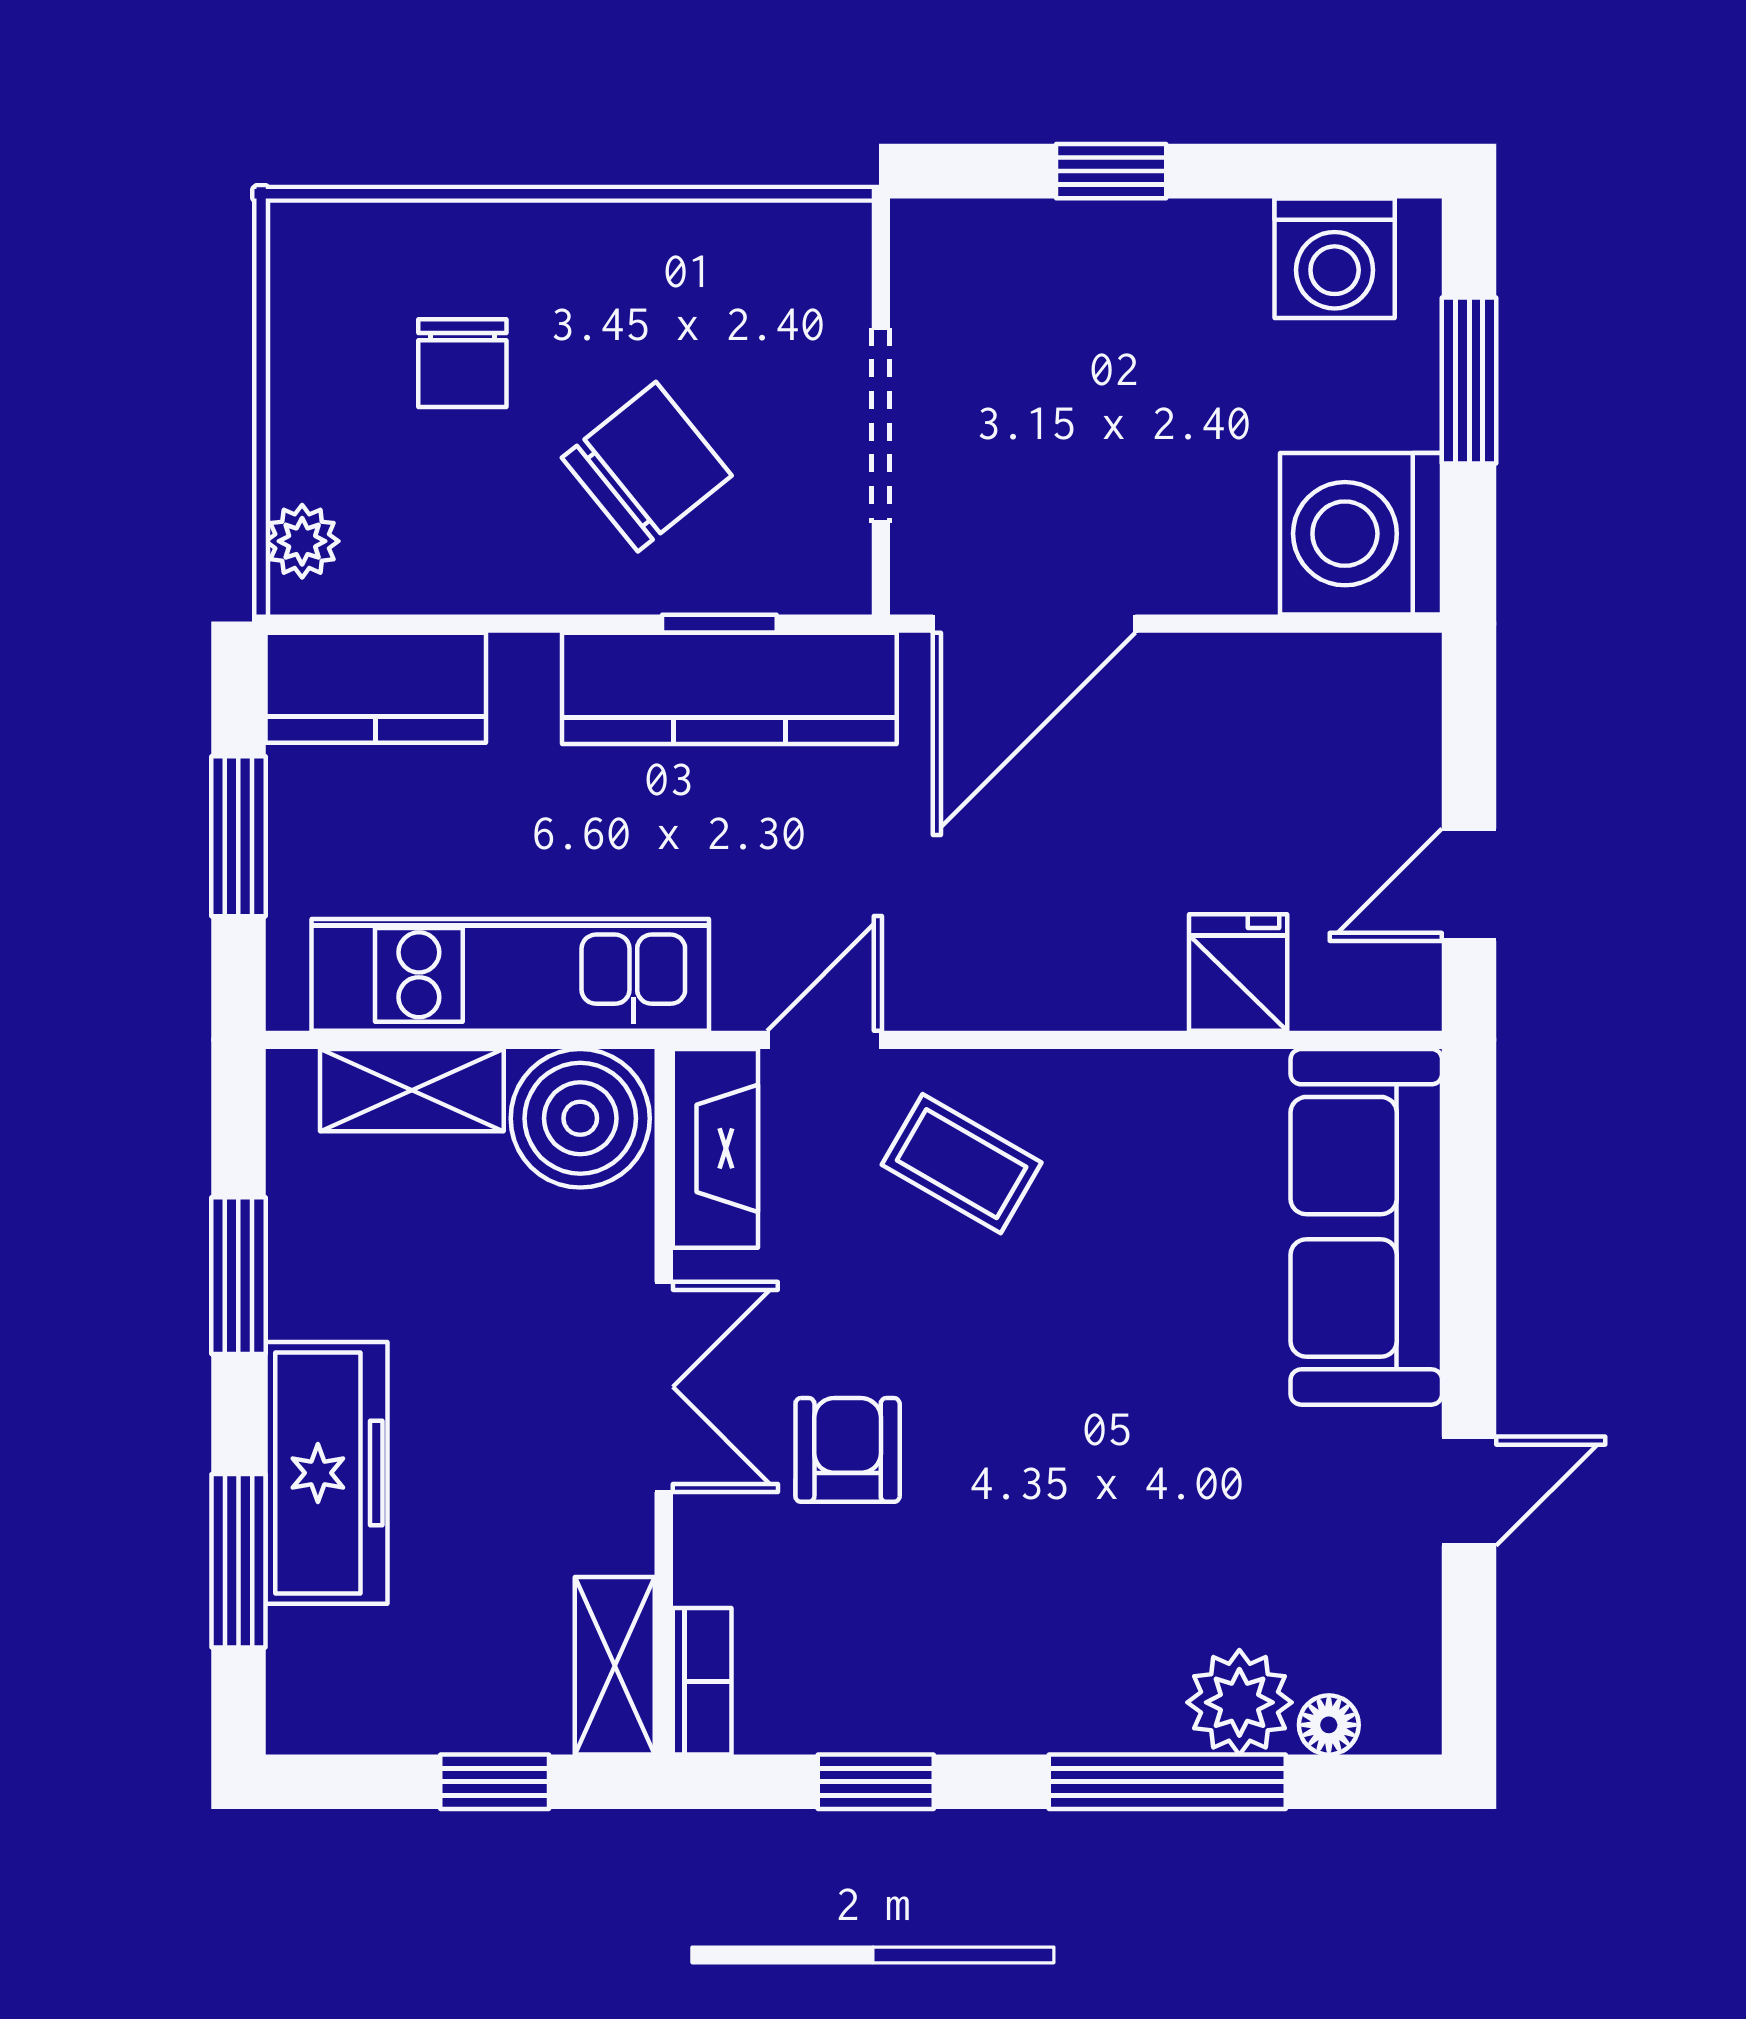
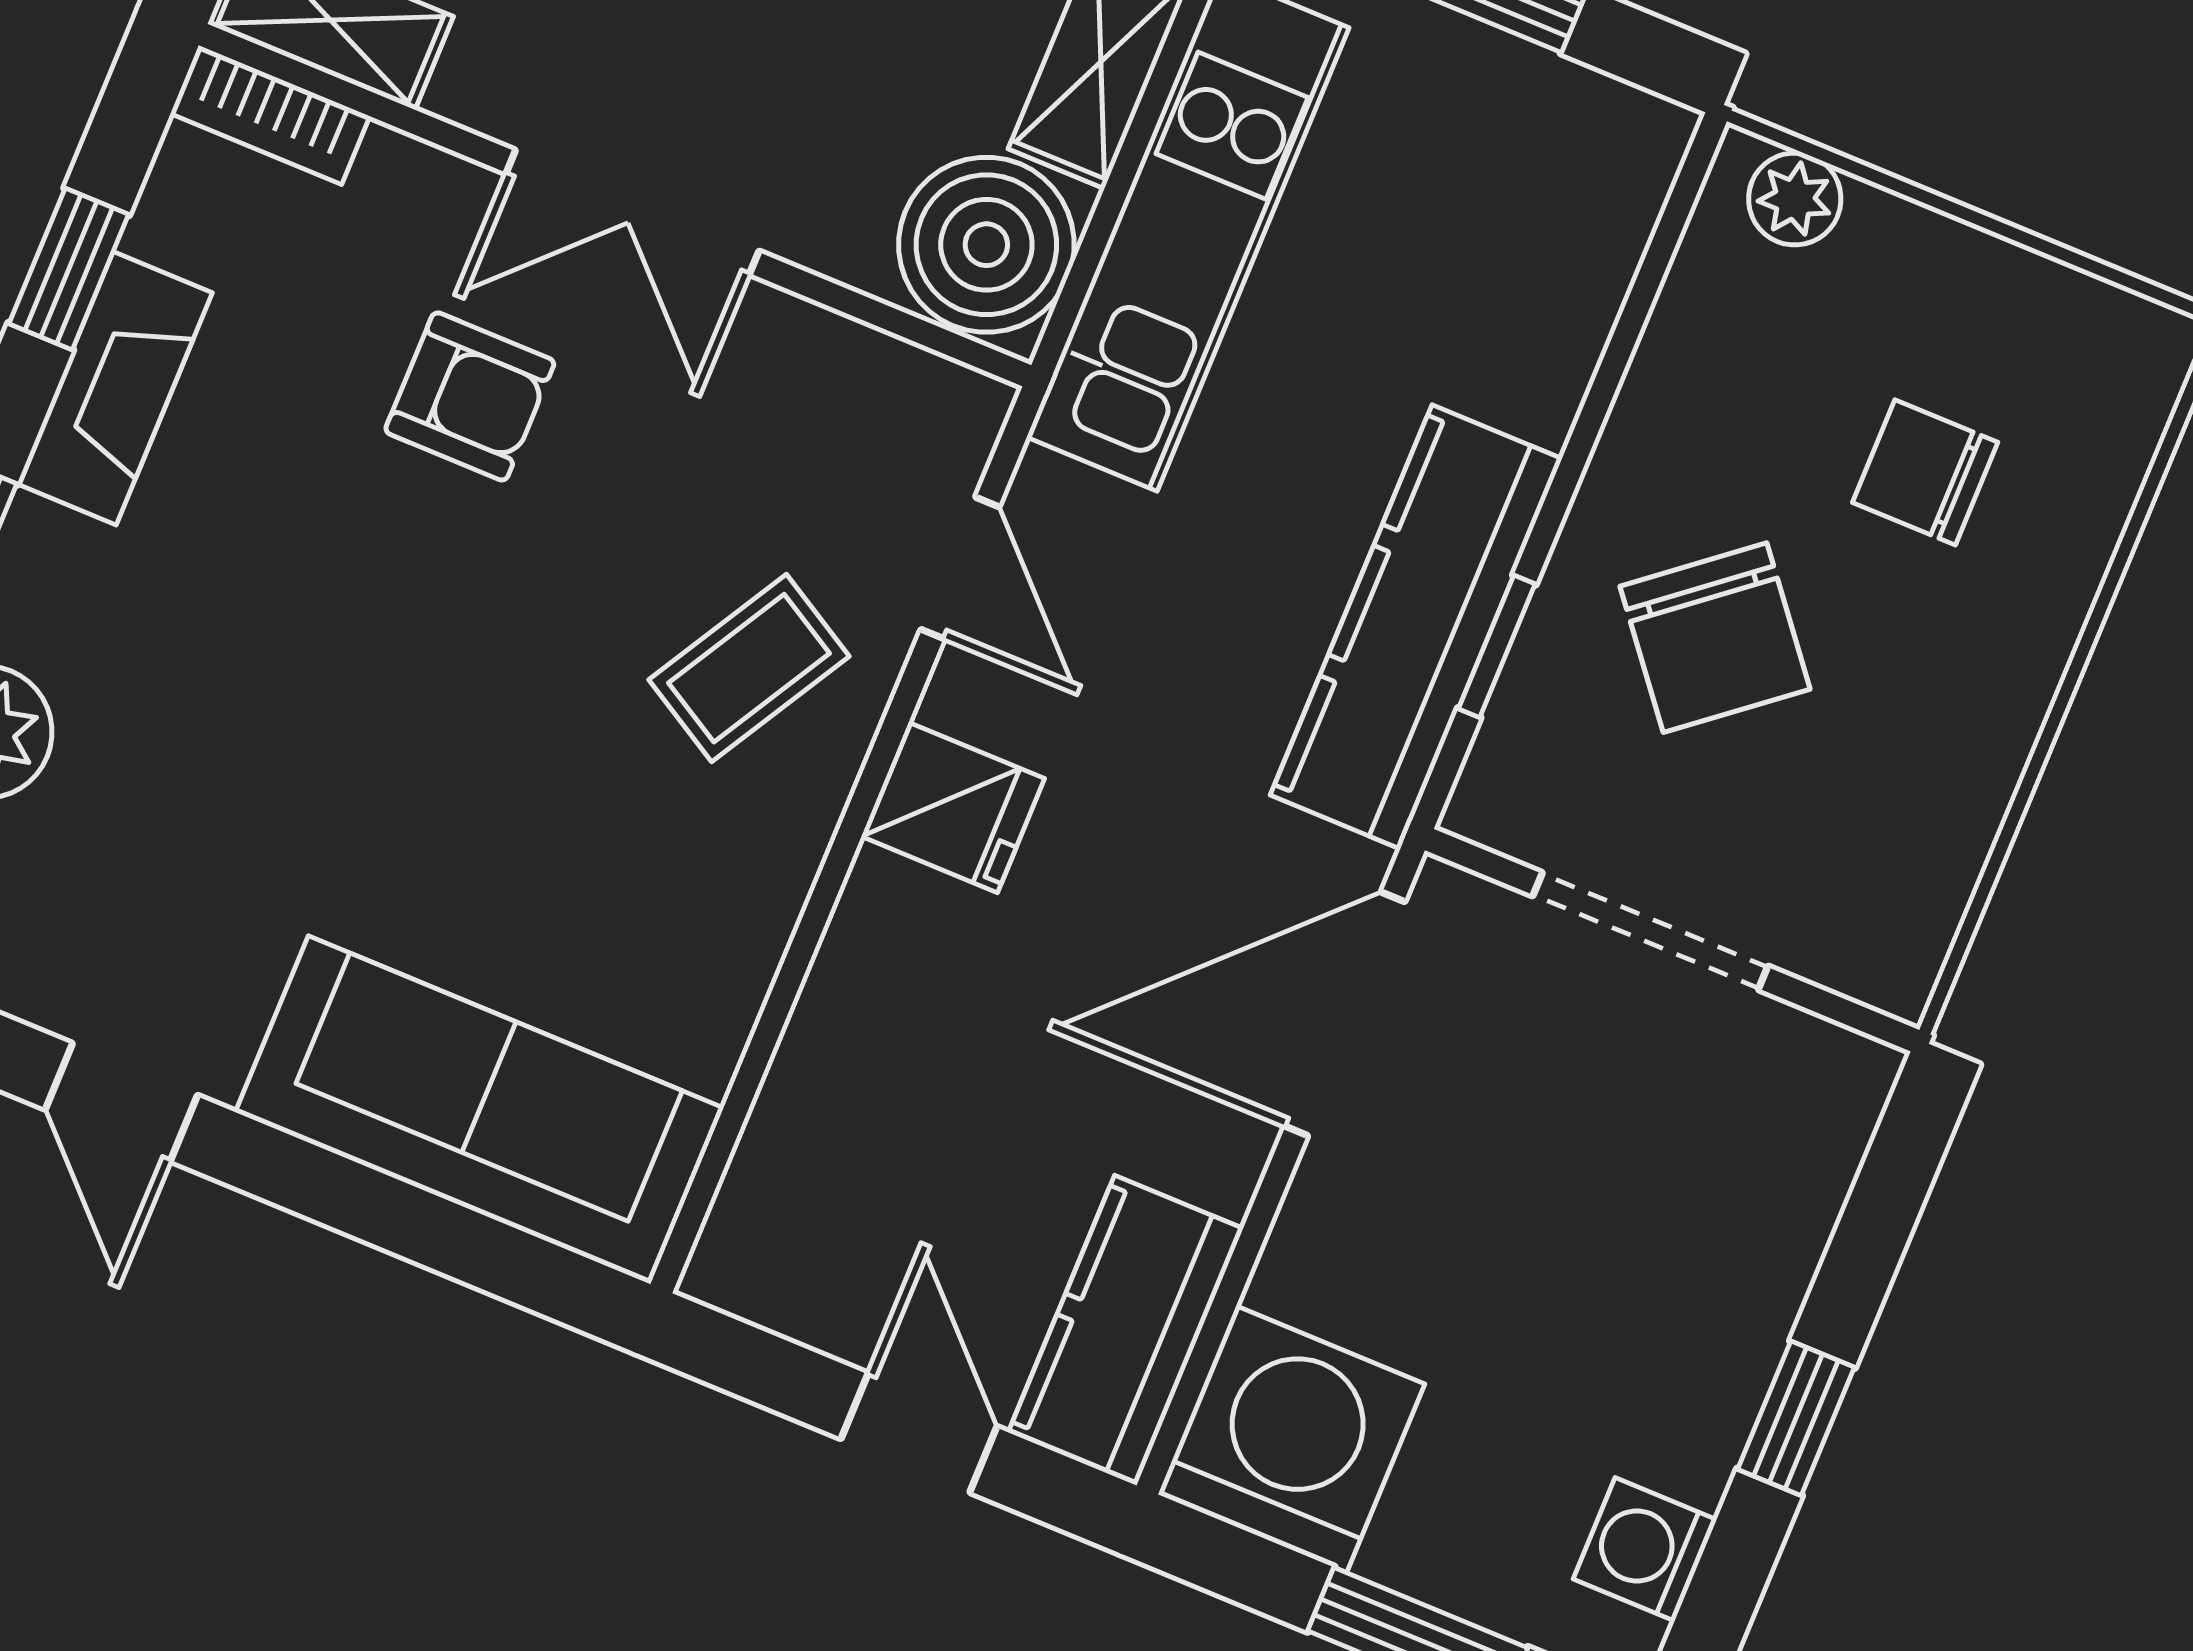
window: (1111, 171) -> (1796, 1418), moved
washing machine: (1335, 258) -> (1645, 1549), width x0.73, depth x0.73
door: (1034, 624) -> (1345, 1014), hinge flipped
kitchen counter: (376, 688) -> (1126, 1330), moved
door: (1469, 885) -> (919, 1433), moved
fridge: (1238, 972) -> (953, 807), moved
fireplace: (715, 1148) -> (115, 388), moved, turned -90

